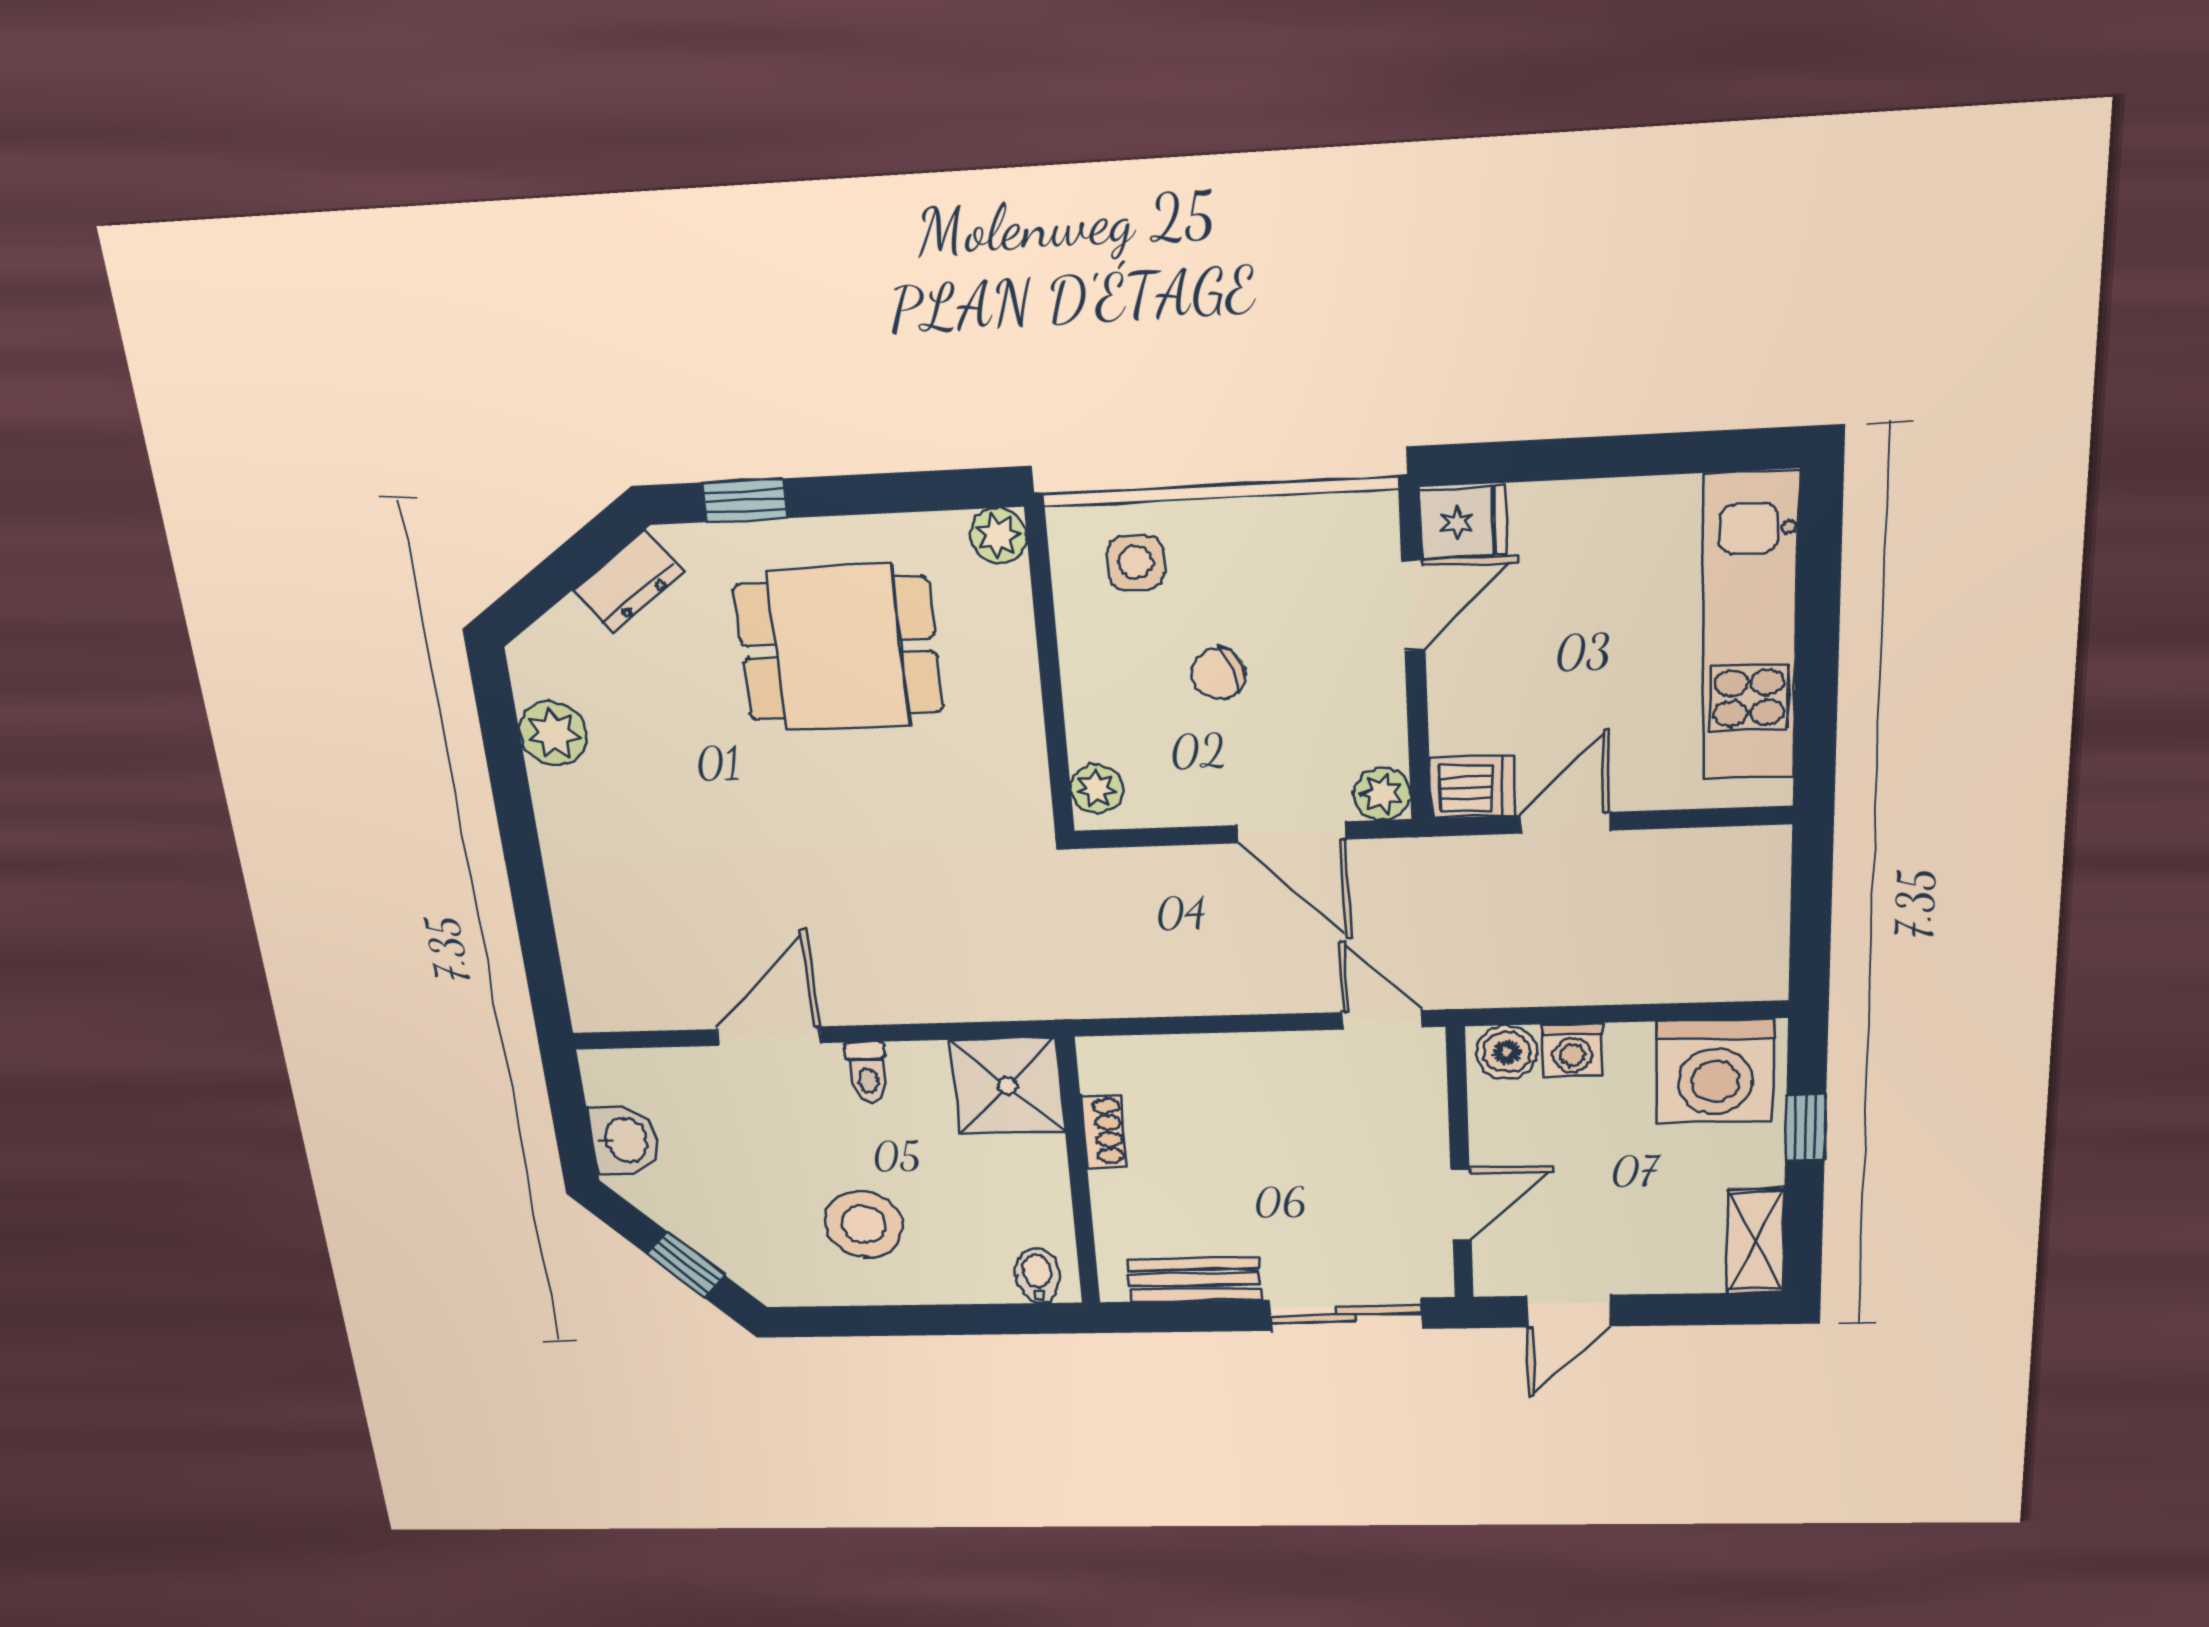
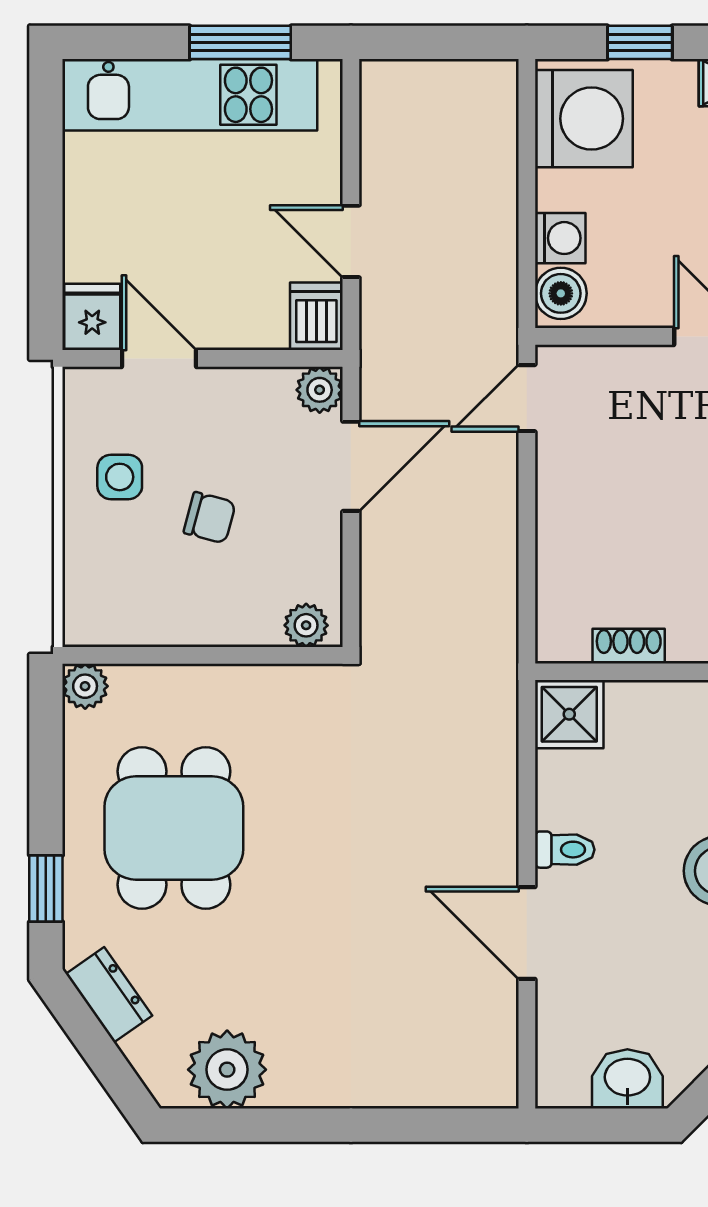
side table: (1136, 562) -> (120, 477), moved
chair: (1218, 674) -> (210, 518), turned -55
window: (1816, 686) -> (240, 42), added
plant: (553, 733) -> (227, 1070), width x1.36, depth x1.36
shower: (1008, 1086) -> (569, 714), width x0.73, depth x0.73

